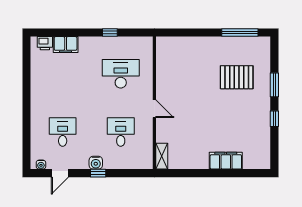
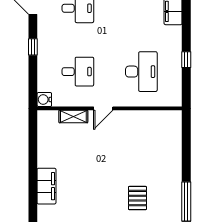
pallet: (237, 77) -> (137, 198), width x0.67, depth x0.71
shelving: (162, 156) -> (73, 116), moved
water cooler: (96, 163) -> (44, 99), moved

